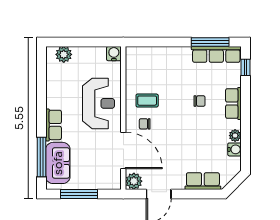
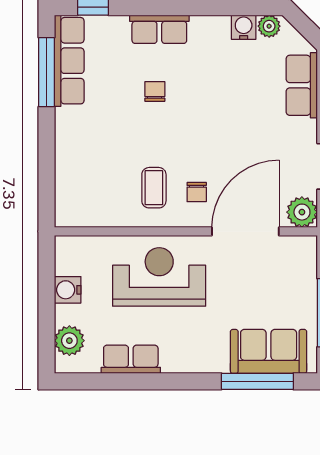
water cooler: (114, 54) -> (68, 290), moved
row of seats: (54, 125) -> (131, 359), moved
plant: (235, 136) -> (269, 26), moved

